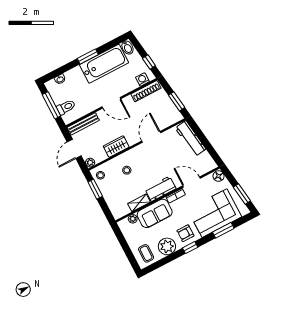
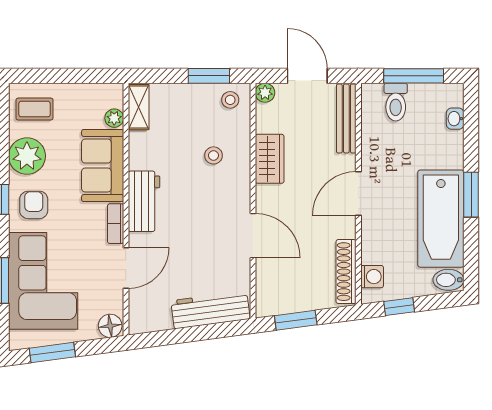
shelving: (139, 203) -> (139, 107), moved

